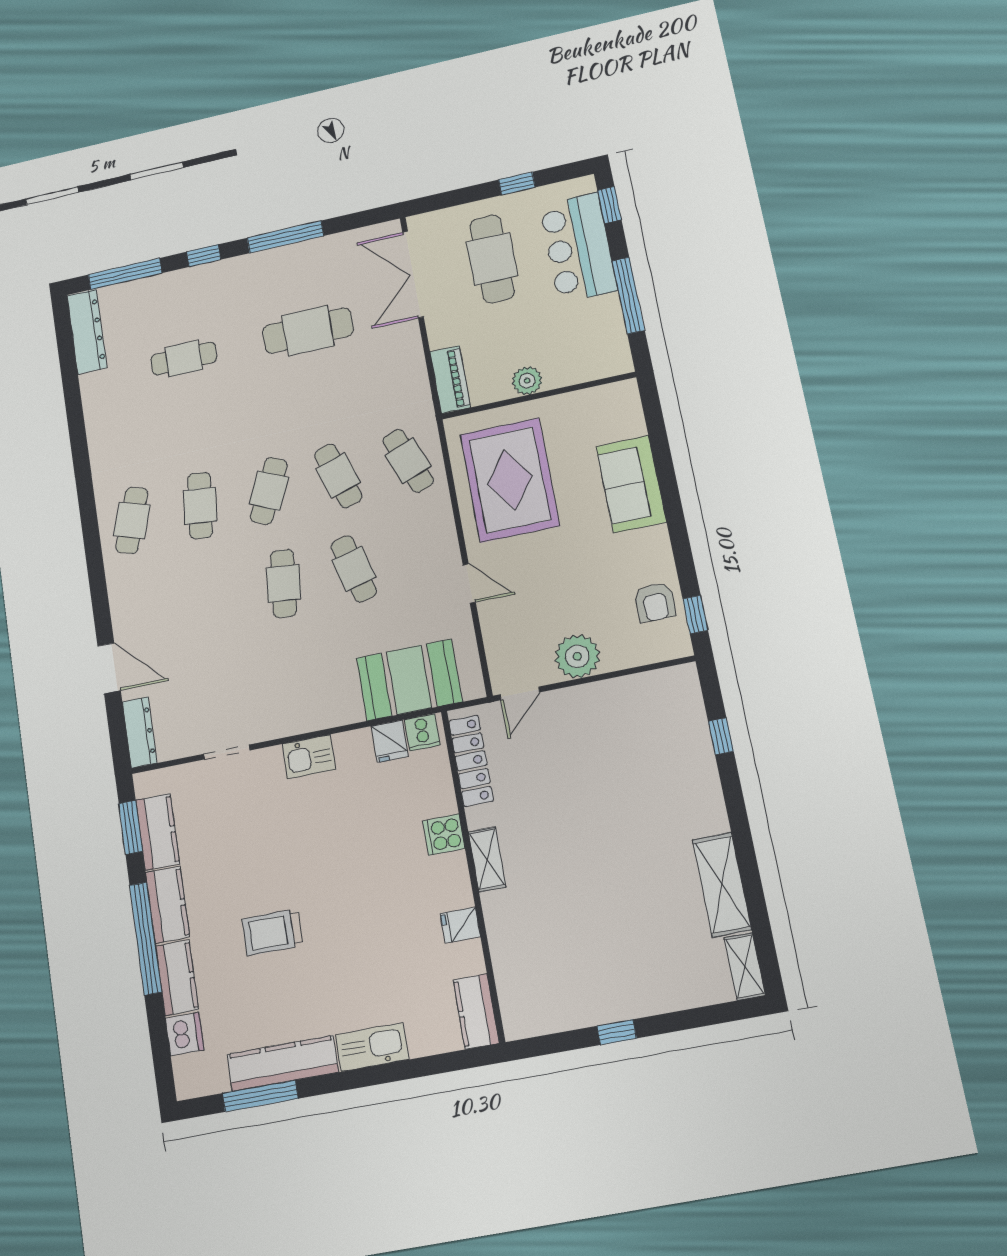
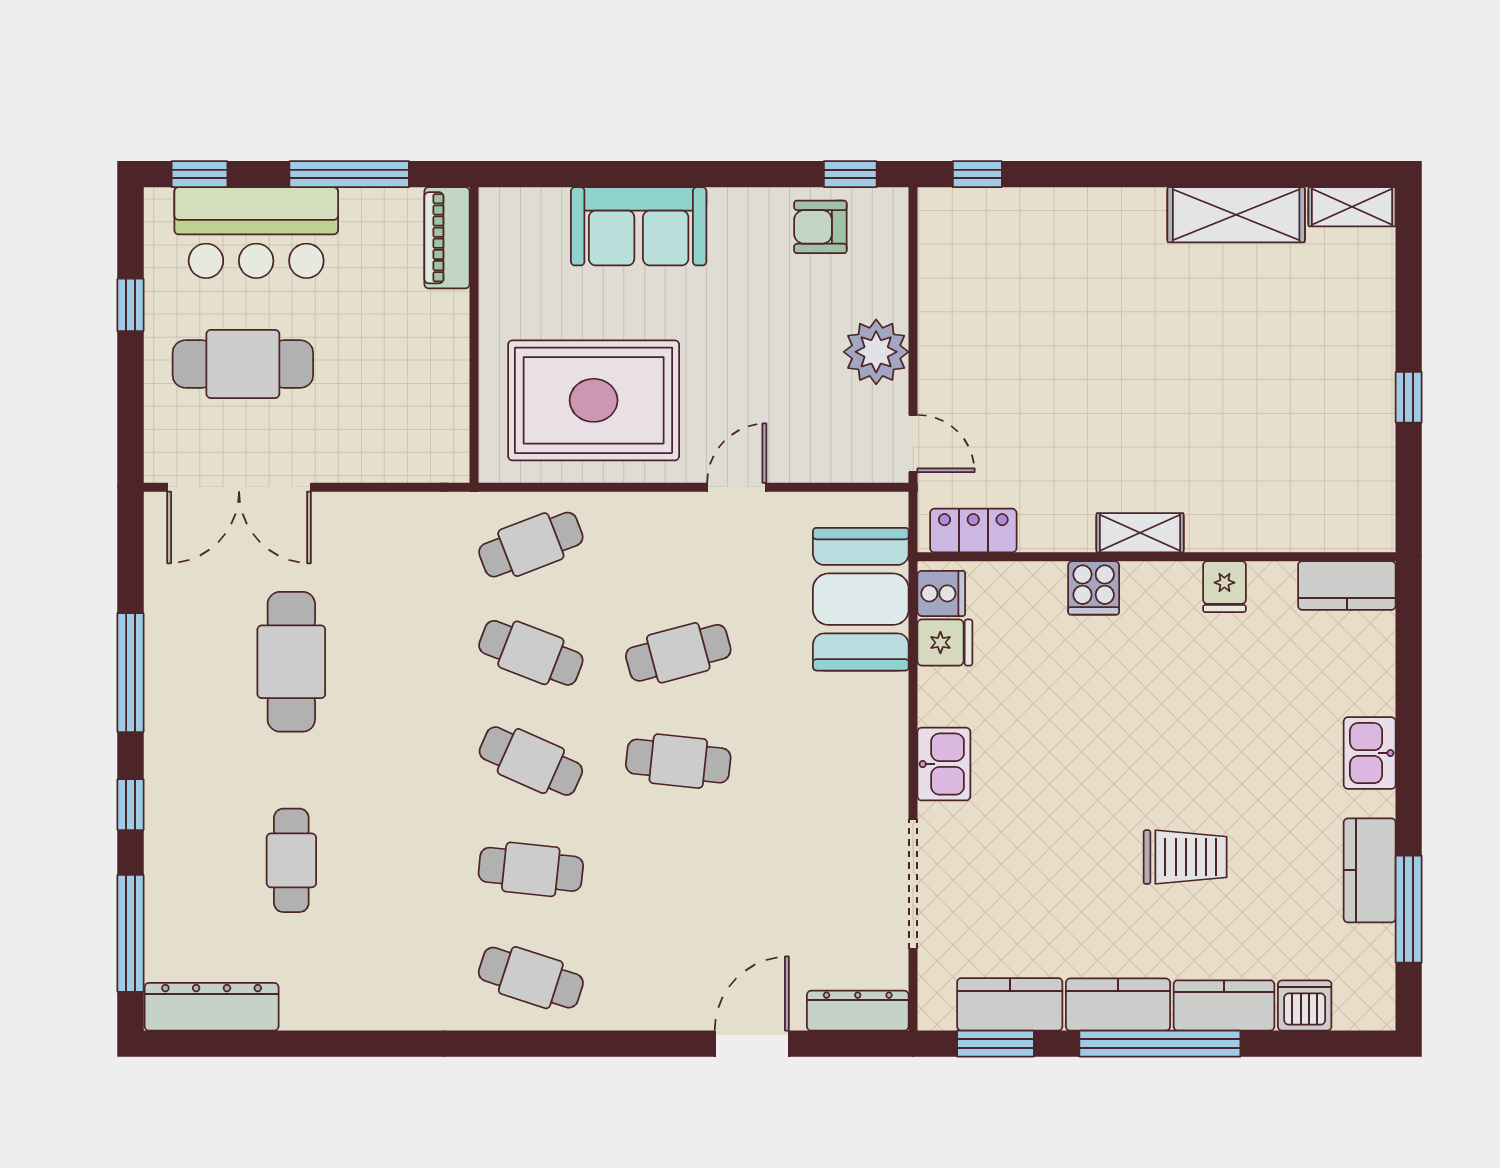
piano: (450, 380) -> (447, 238), moved, turned -90
plant: (527, 381) -> (447, 347), removed
cafe table: (338, 476) -> (531, 653), turned 39
armchair: (655, 602) -> (820, 227), turned 180
window: (721, 736) -> (977, 174), moved
doorway: (227, 752) -> (913, 884), width x1.87
locker: (471, 761) -> (973, 531), width x0.66
trolley: (272, 932) -> (1185, 857), turned -90
kitchen sink: (372, 1047) -> (1370, 753), width x0.73
kitchen counter: (283, 1063) -> (1370, 870), width x0.67

